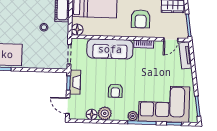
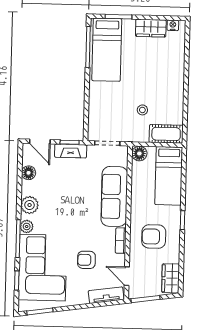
armchair: (115, 91) -> (86, 260), moved
door: (68, 106) -> (40, 142), swing flipped
plant: (105, 113) -> (30, 205), moved

